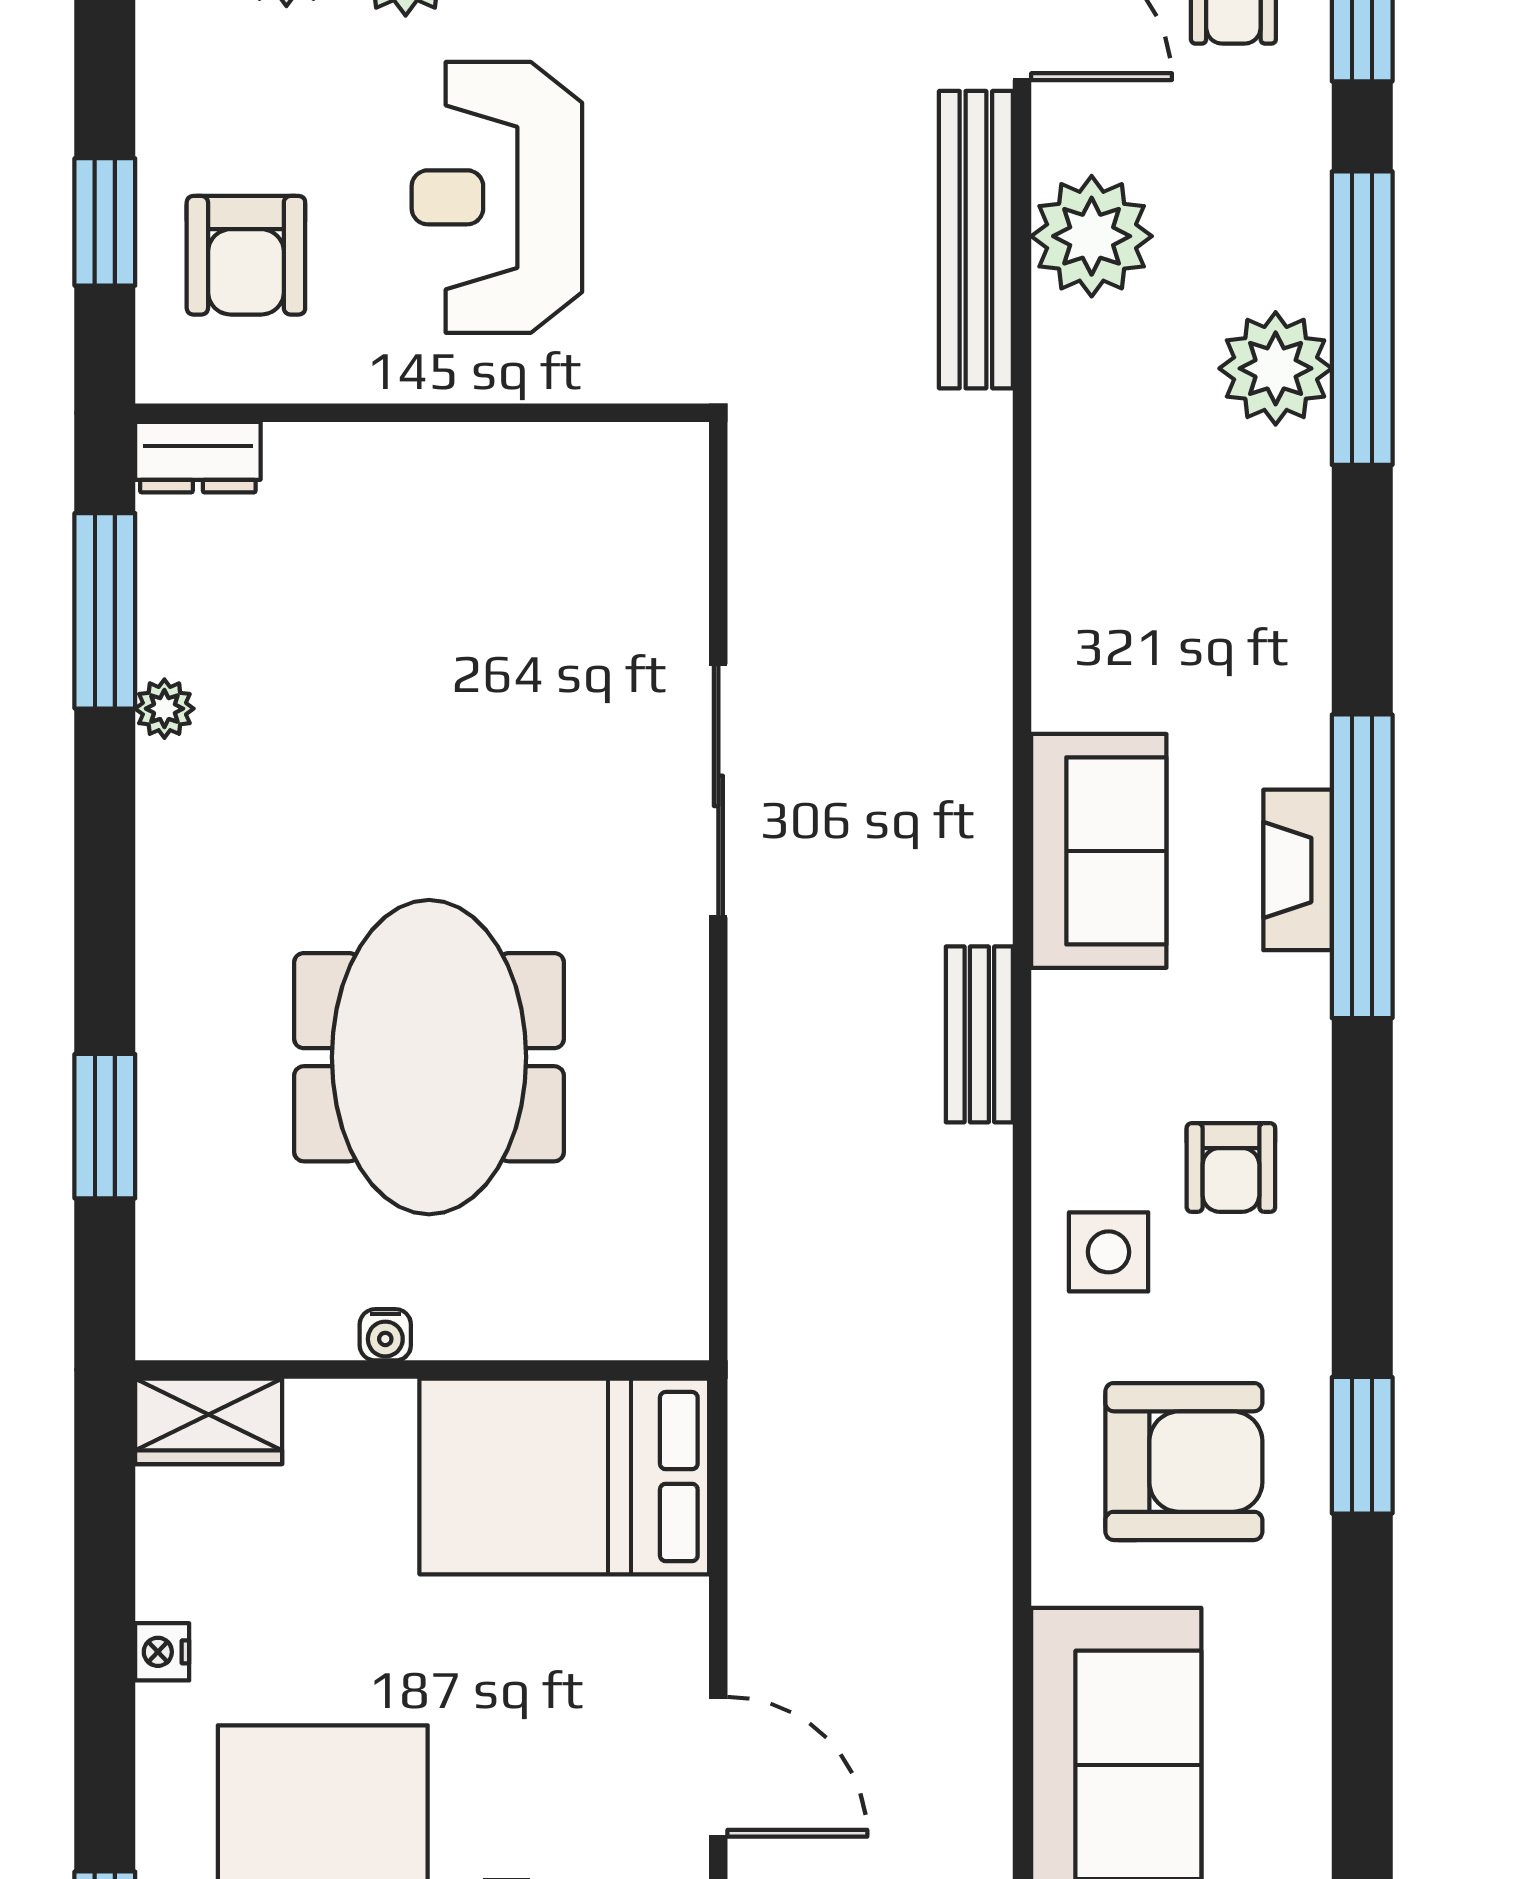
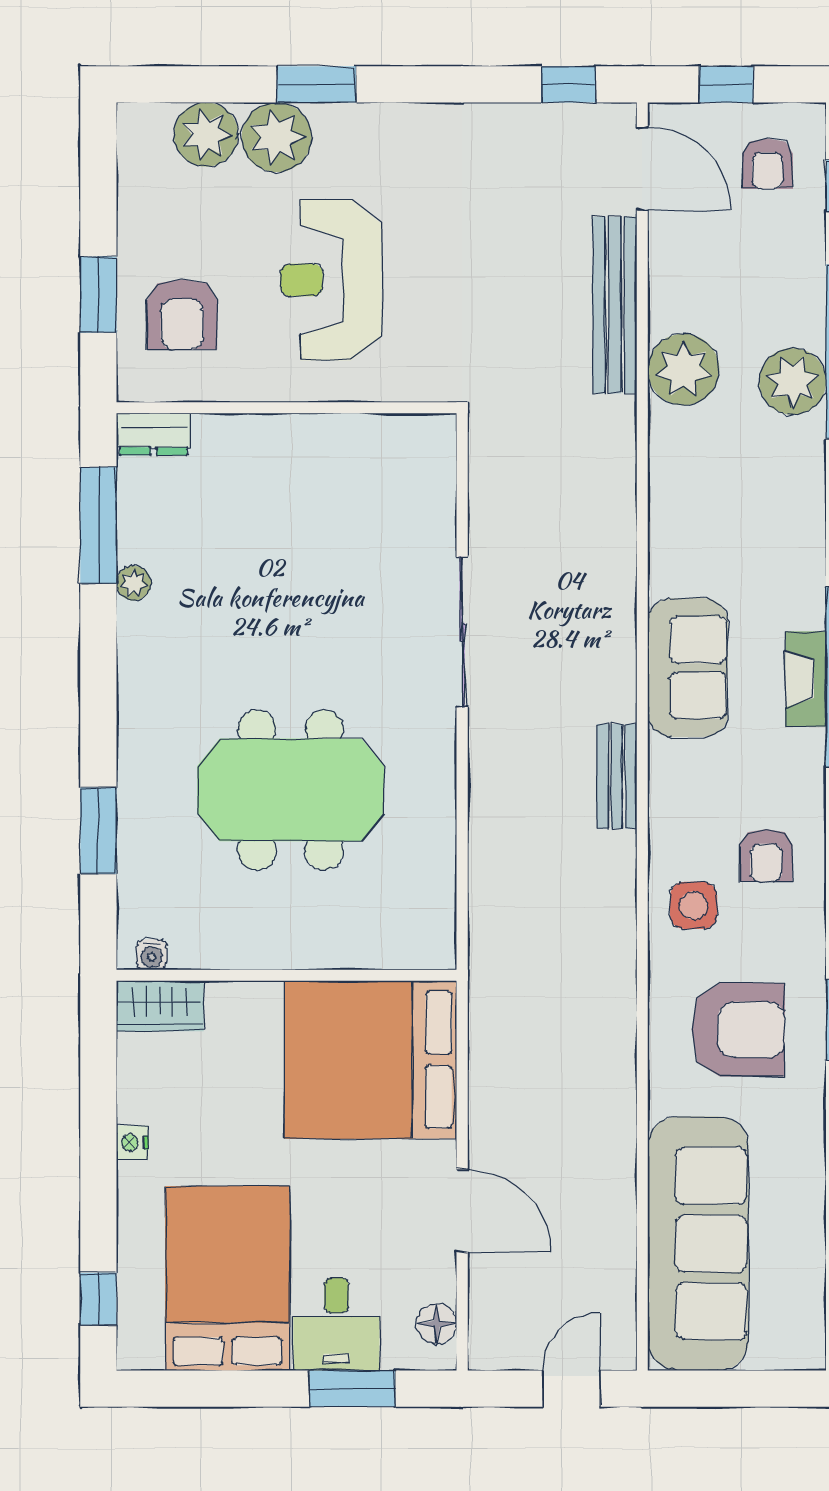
plant: (1092, 236) -> (684, 370), moved
meeting table: (429, 1057) -> (291, 790), turned 90
water cooler: (385, 1335) -> (152, 955), moved
bed: (564, 1477) -> (371, 1060), width x1.36

